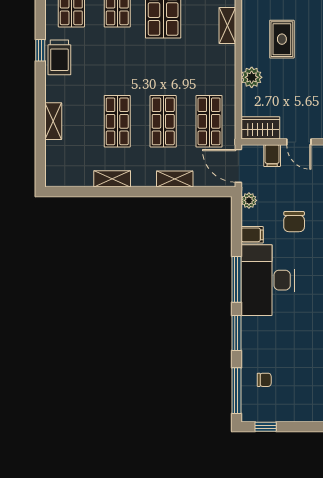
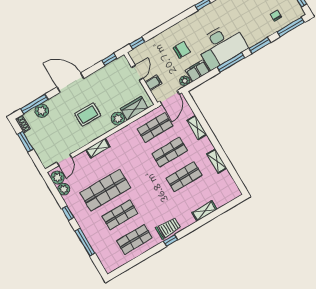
wardrobe: (260, 128) -> (134, 108), moved, turned 90
filing cabinet: (252, 235) -> (198, 71), width x2.00

